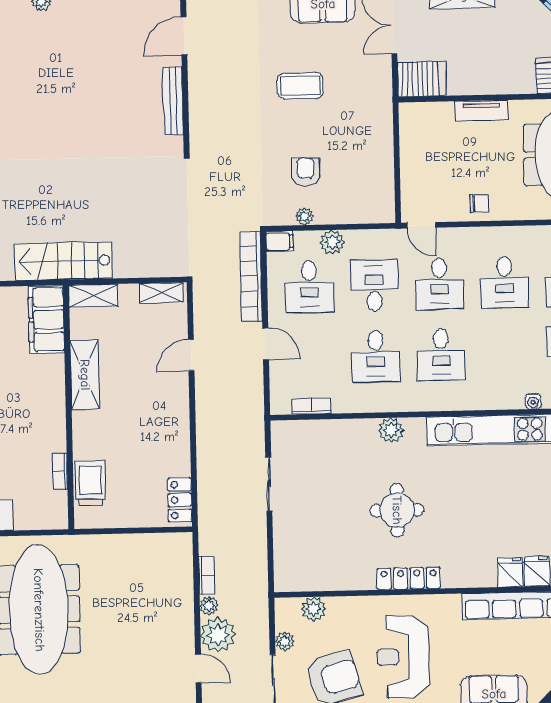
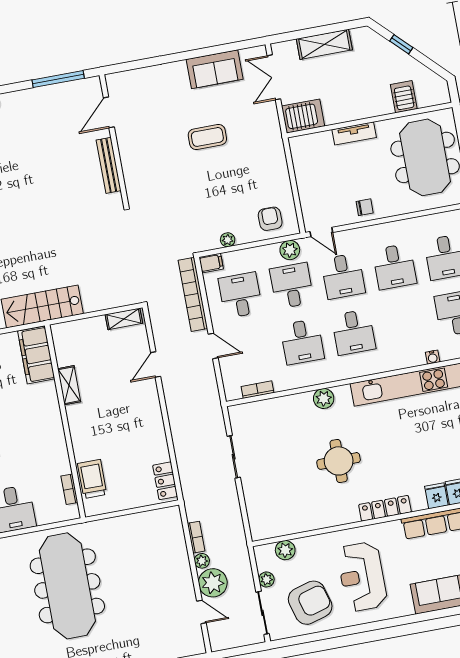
armchair: (306, 172) -> (270, 219), moved
plant: (332, 242) -> (290, 250), moved
desk: (309, 287) -> (240, 295), turned 180
shelving: (93, 296) -> (70, 330), removed
shelving: (85, 375) -> (69, 385), width x0.67, depth x0.75
bookcase: (60, 471) -> (69, 489), moved
locker: (409, 578) -> (385, 508), moved

